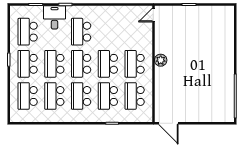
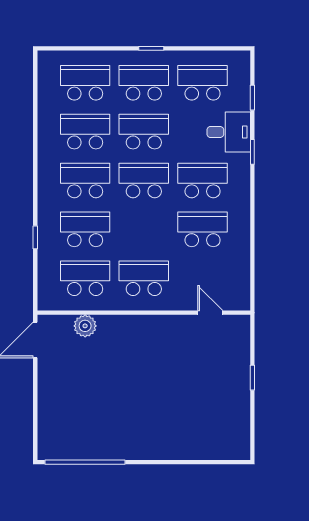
door: (153, 15) -> (210, 313), moved
plant: (161, 60) -> (85, 326), moved
school desk: (108, 64) -> (203, 229), moved

